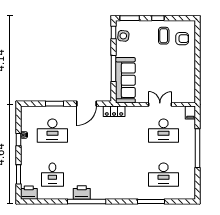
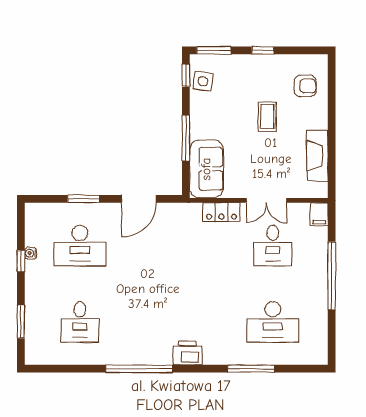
coffee table: (164, 36) -> (267, 117), moved
fireplace: (189, 79) -> (317, 156), added
sofa: (125, 80) -> (206, 169), width x0.73
double door: (160, 104) -> (266, 200), swing flipped
locker: (114, 111) -> (221, 212), moved
desk: (164, 131) -> (273, 246), width x0.73
printer: (29, 193) -> (39, 353), removed
printer: (82, 193) -> (187, 353), moved

